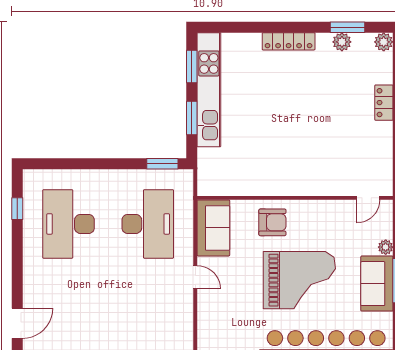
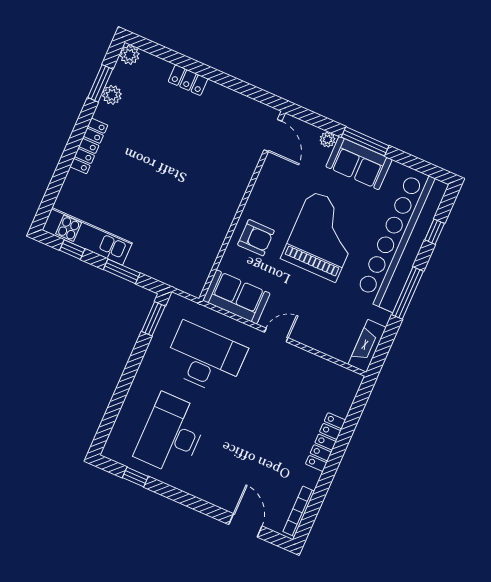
window: (192, 67) -> (72, 250), width x0.67
kitchen unit: (209, 90) -> (87, 236), width x0.73
door: (368, 198) -> (273, 136), width x1.38
armchair: (272, 222) -> (256, 238), turned 90
desk: (69, 224) -> (172, 434), turned 90

